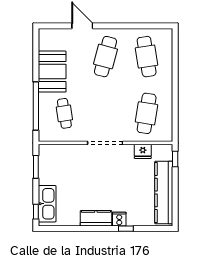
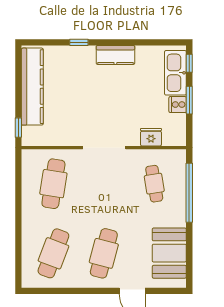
cafe table: (147, 57) -> (53, 253), turned 30
booth: (52, 72) -> (169, 253), moved
fridge: (143, 151) -> (151, 137), moved
window: (36, 167) -> (189, 100), moved
cooker: (119, 219) -> (178, 105), moved, turned 90

